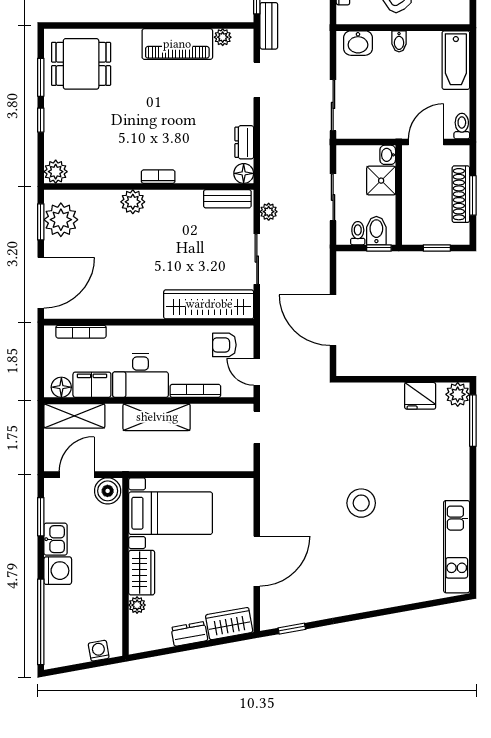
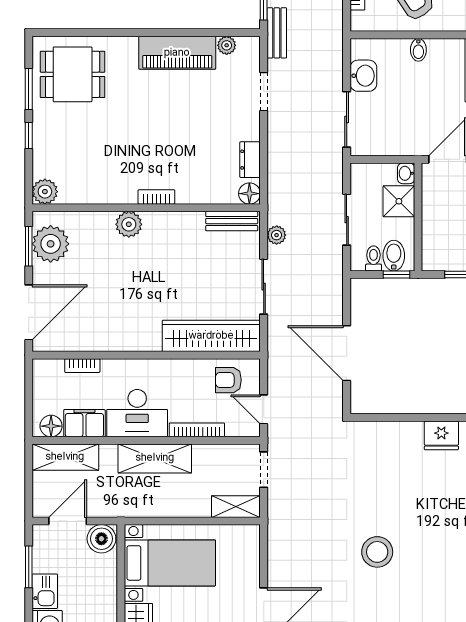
washbasin: (358, 43) -> (363, 76), moved, turned -90
bookcase: (81, 332) -> (82, 366), width x0.64
shelving: (231, 461) -> (236, 507), added

